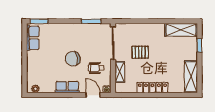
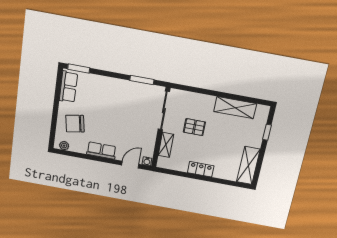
shelving: (181, 30) -> (235, 108), moved
chair: (73, 59) -> (75, 124), moved
wheelchair: (96, 68) -> (139, 135), removed
locker: (152, 88) -> (201, 169), width x0.66
door: (93, 95) -> (130, 165), hinge flipped

